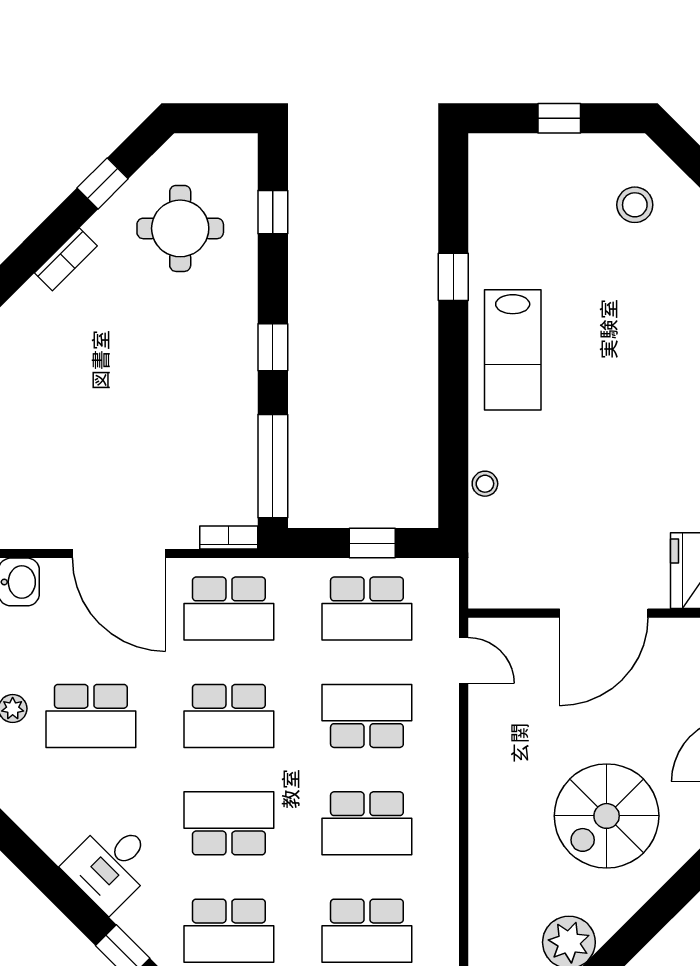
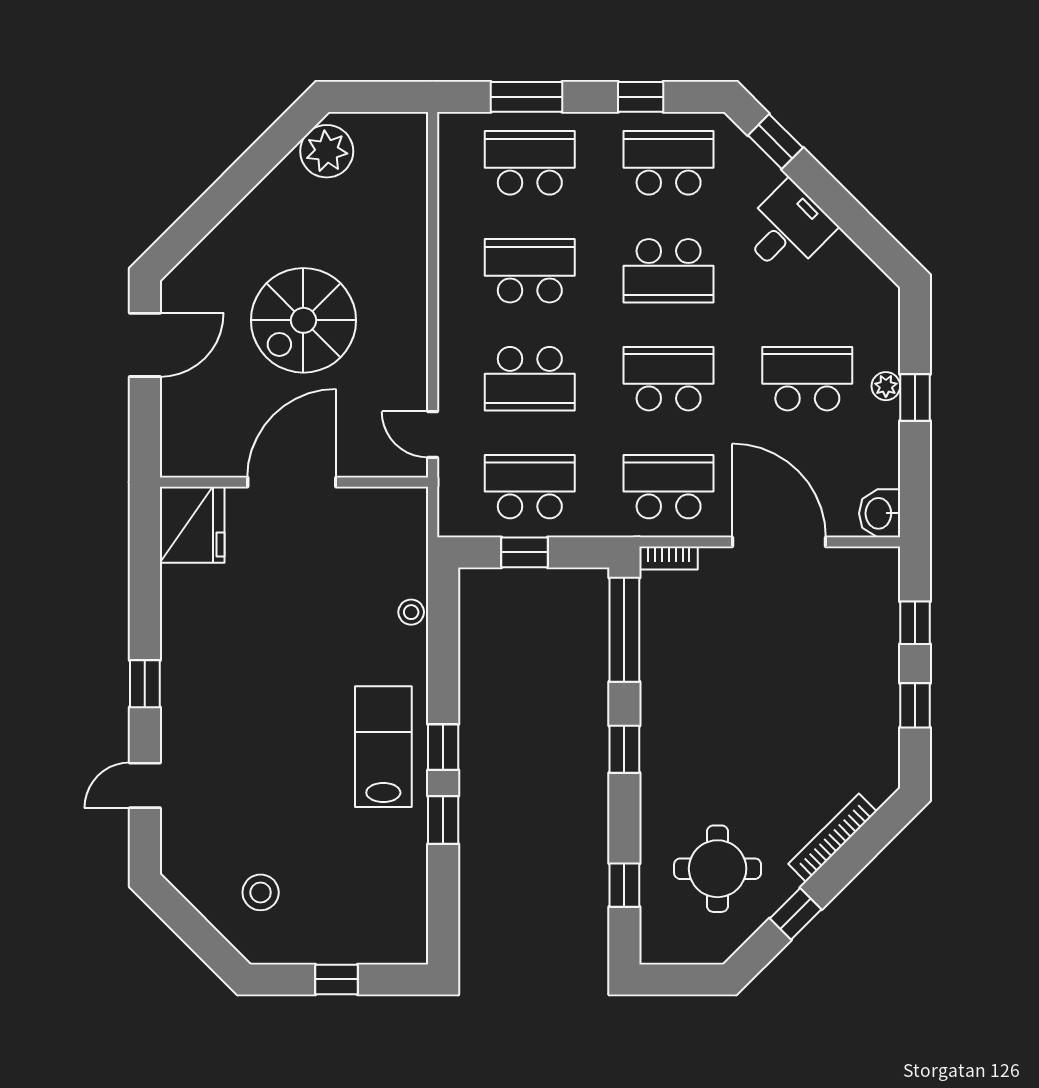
bookcase: (66, 259) -> (832, 838), width x1.56
window: (453, 349) -> (443, 747), added
spiral stairs: (607, 816) -> (303, 320), moved, turned 180

